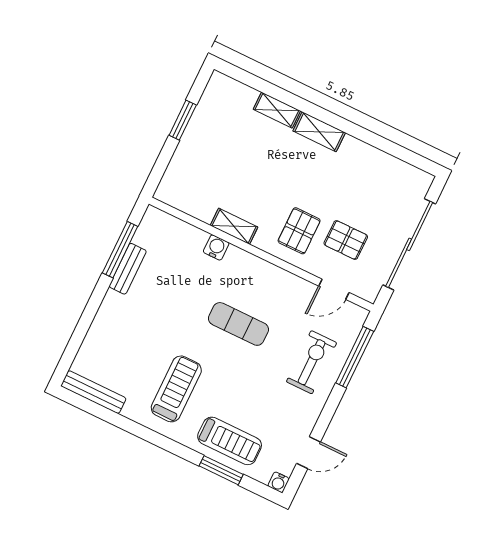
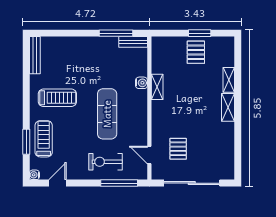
pallet: (299, 231) -> (196, 52), moved, turned 90
bench: (128, 269) -> (133, 42), moved
exercise mat: (238, 324) -> (107, 114), width x1.36, depth x1.45
exercise bike: (312, 362) -> (106, 162), turned 180
treadmill: (230, 441) -> (44, 139), turned 180
door: (309, 453) -> (57, 183), swing flipped

